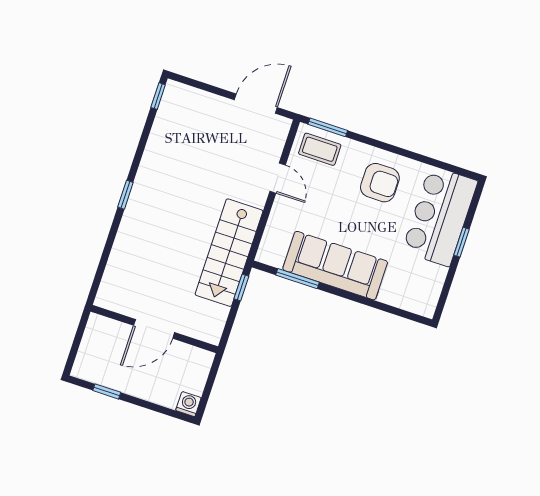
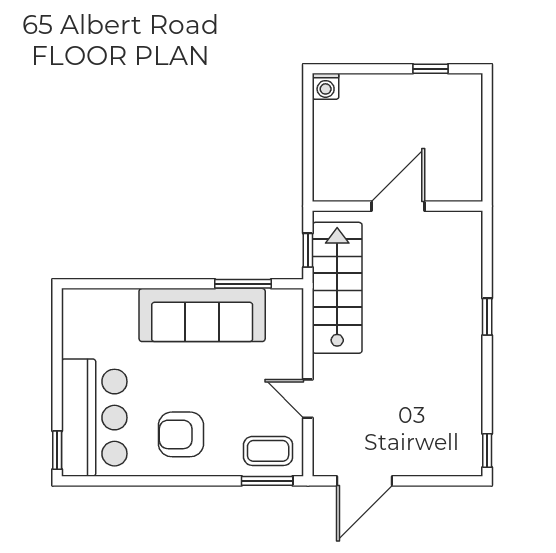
window: (462, 242) -> (57, 450), moved
door: (154, 329) -> (398, 206), moved
wall: (154, 329) -> (398, 206), moved

